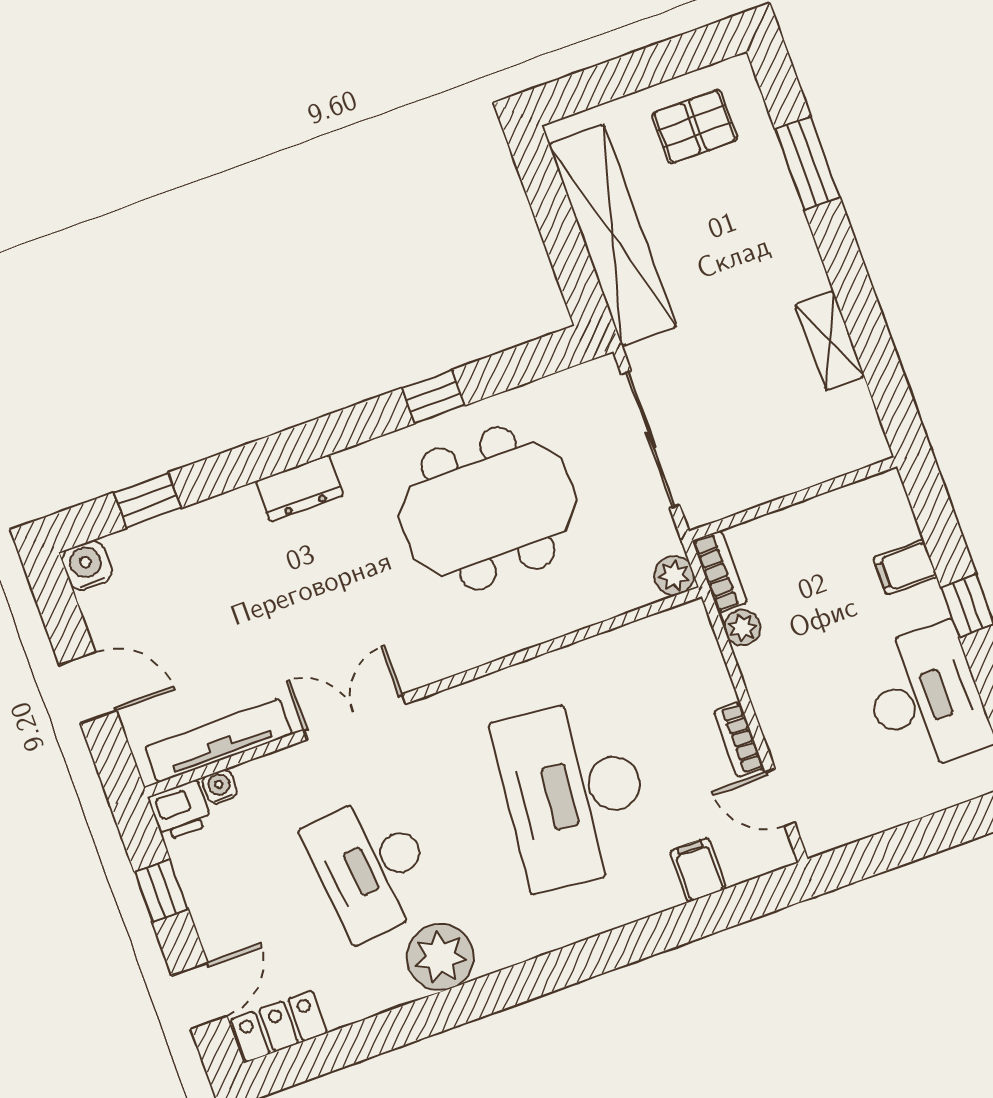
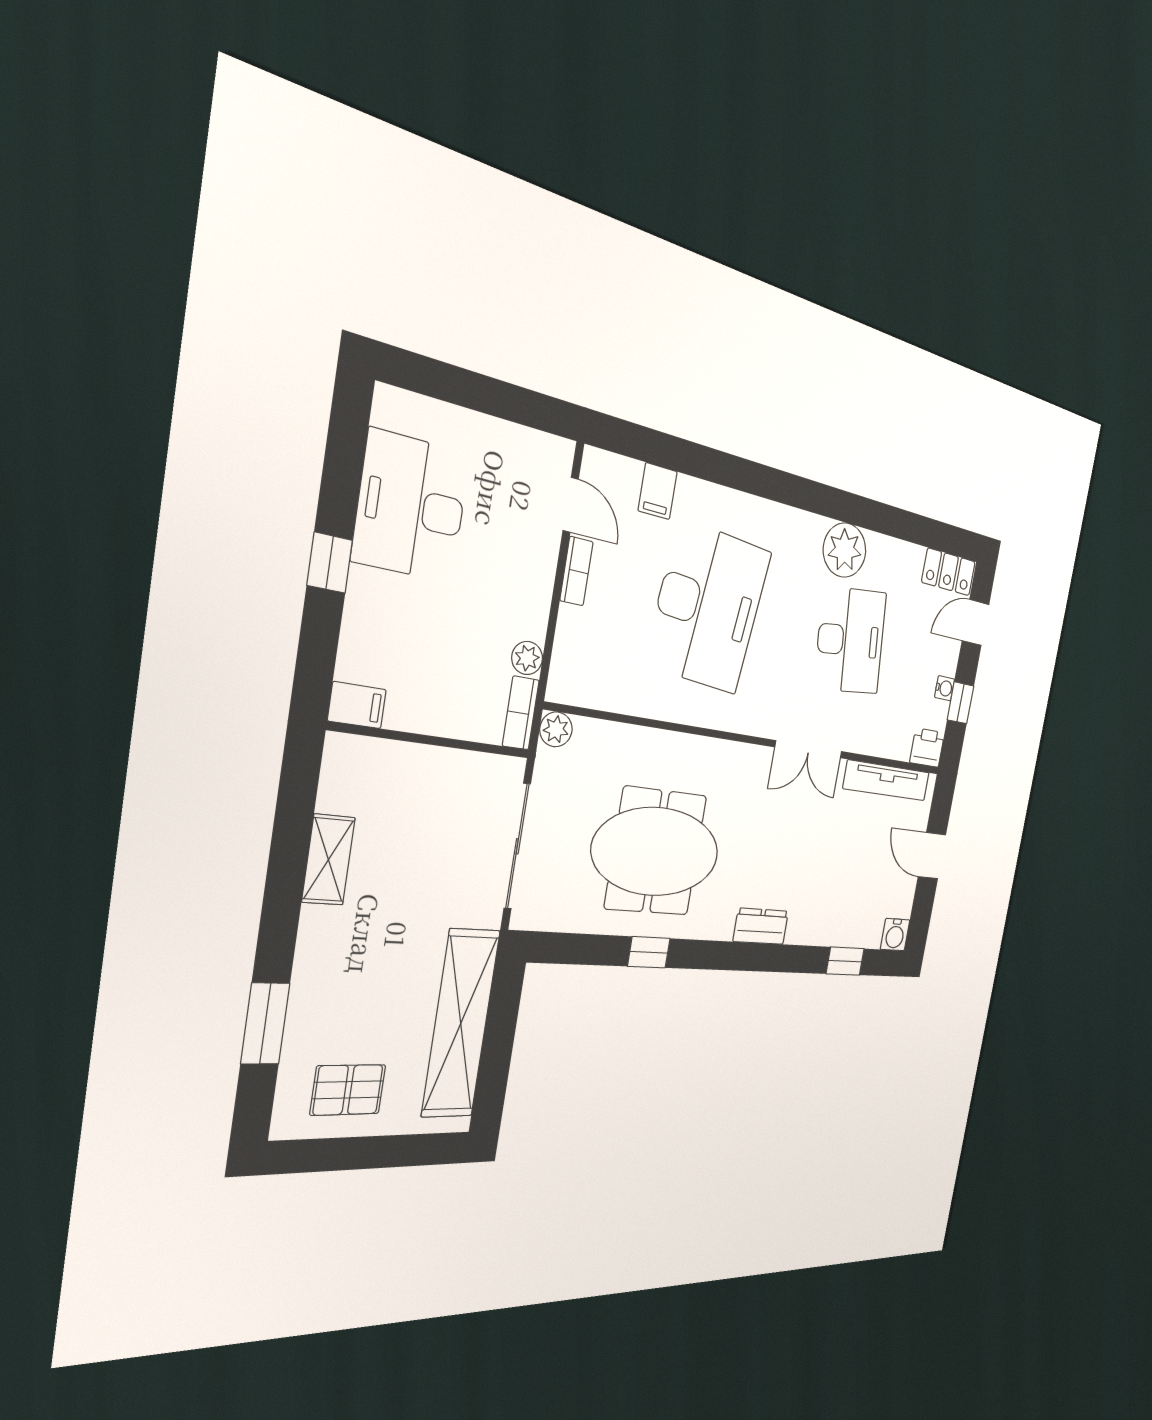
filing cabinet: (905, 567) -> (357, 705), moved
water cooler: (220, 787) -> (945, 688), moved, turned -90

